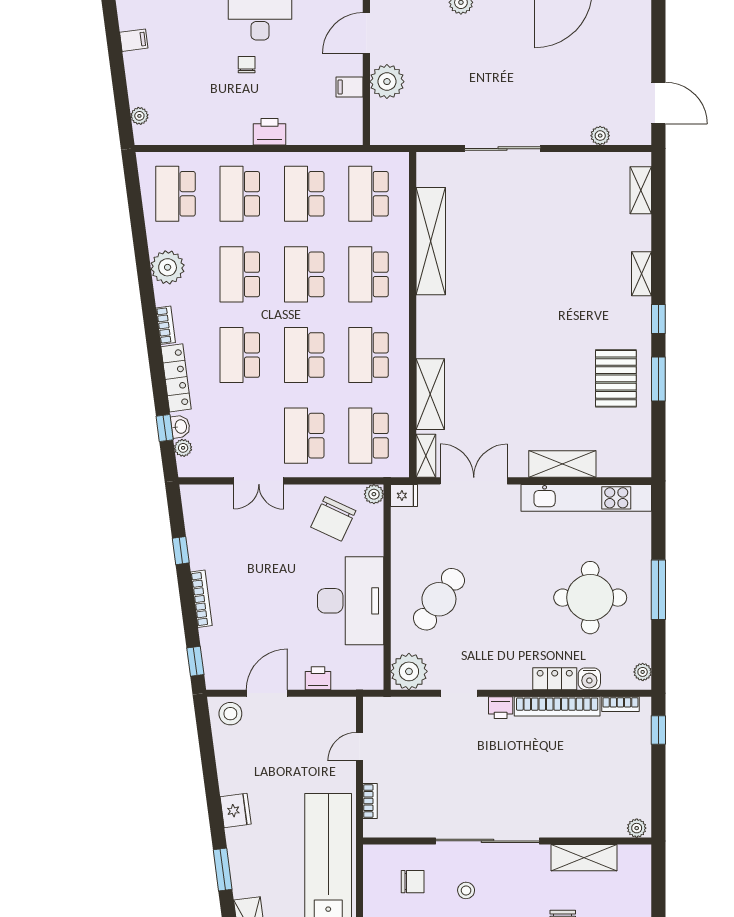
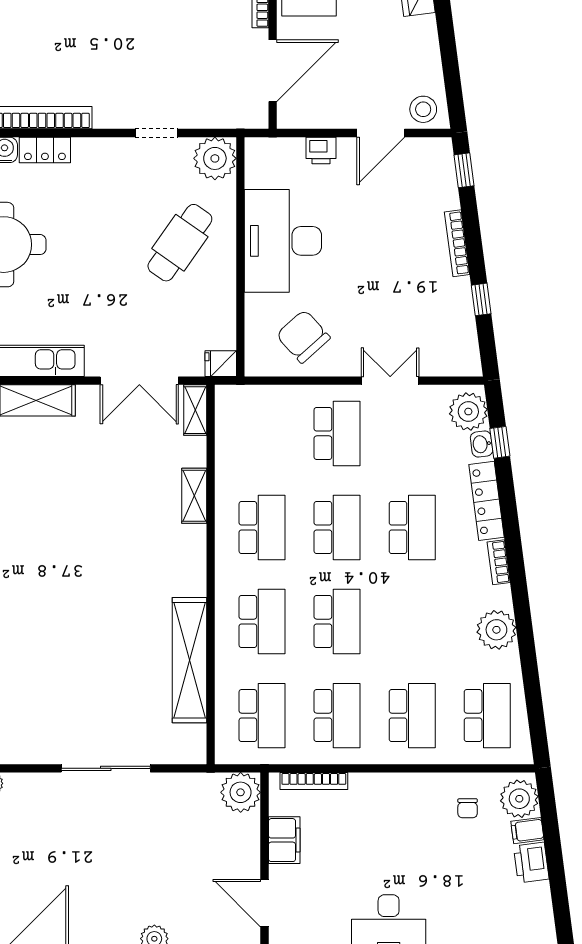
door: (366, 33) -> (265, 903), swing flipped
filing cabinet: (134, 40) -> (527, 831), moved
chair: (247, 65) -> (468, 808), moved
plant: (387, 82) -> (241, 792), moved
filing cabinet: (350, 87) -> (284, 840), width x2.00
plant: (139, 116) -> (519, 799), width x1.87, depth x1.87
printer: (269, 132) -> (531, 863), moved, turned 83
bookcase: (324, 138) -> (314, 781), added
school desk: (240, 274) -> (412, 622), removed
shelving: (430, 394) -> (194, 496), width x0.67, depth x0.75
school desk: (369, 436) -> (262, 433), removed
plant: (183, 448) -> (468, 412), width x1.88, depth x1.88
plant: (374, 494) -> (256, 365), removed
chair: (333, 519) -> (303, 336), turned -67
printer: (501, 708) -> (108, 116), removed
door: (359, 747) -> (273, 71), width x1.88

